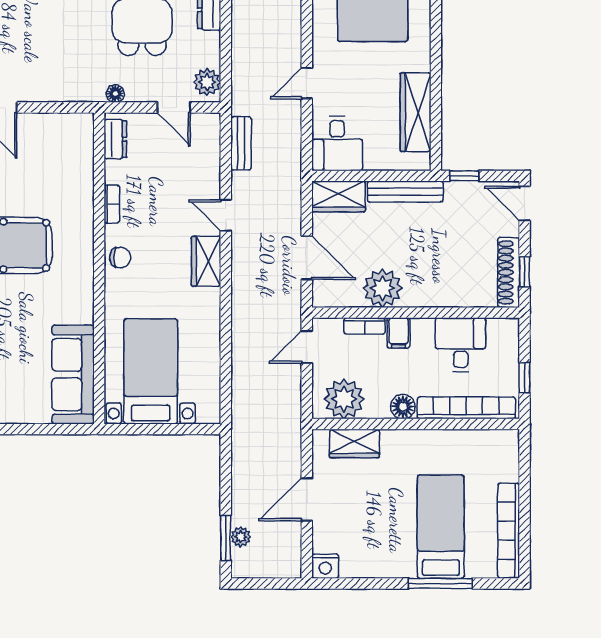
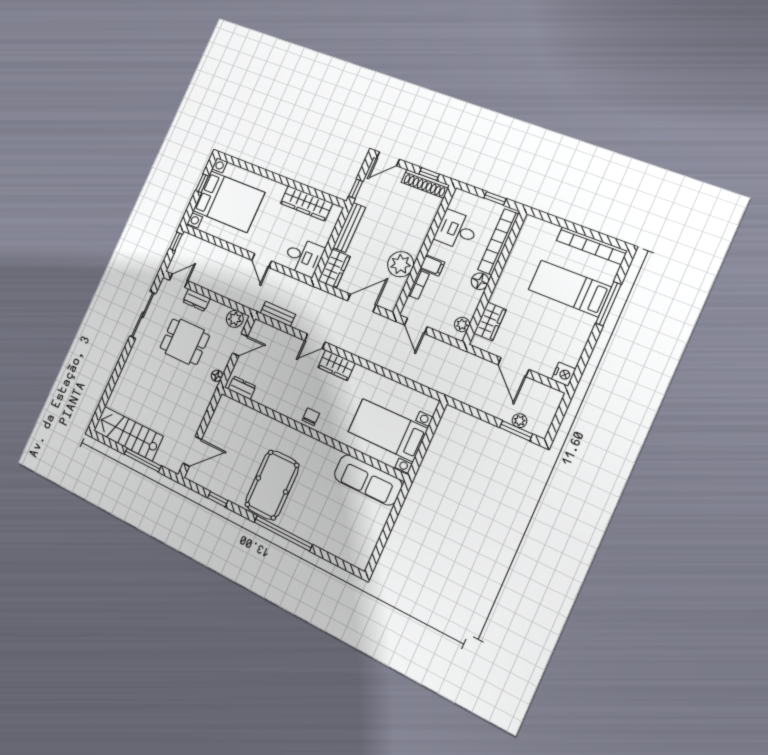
bookcase: (112, 204) -> (278, 407), removed
plant: (344, 399) -> (462, 325), width x0.53, depth x0.53

